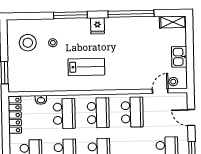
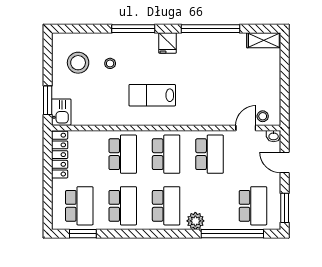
kitchen sink: (179, 57) -> (61, 112), moved, turned 180
lab bench: (86, 67) -> (152, 95), turned 180
washbasin: (41, 100) -> (274, 136), moved

